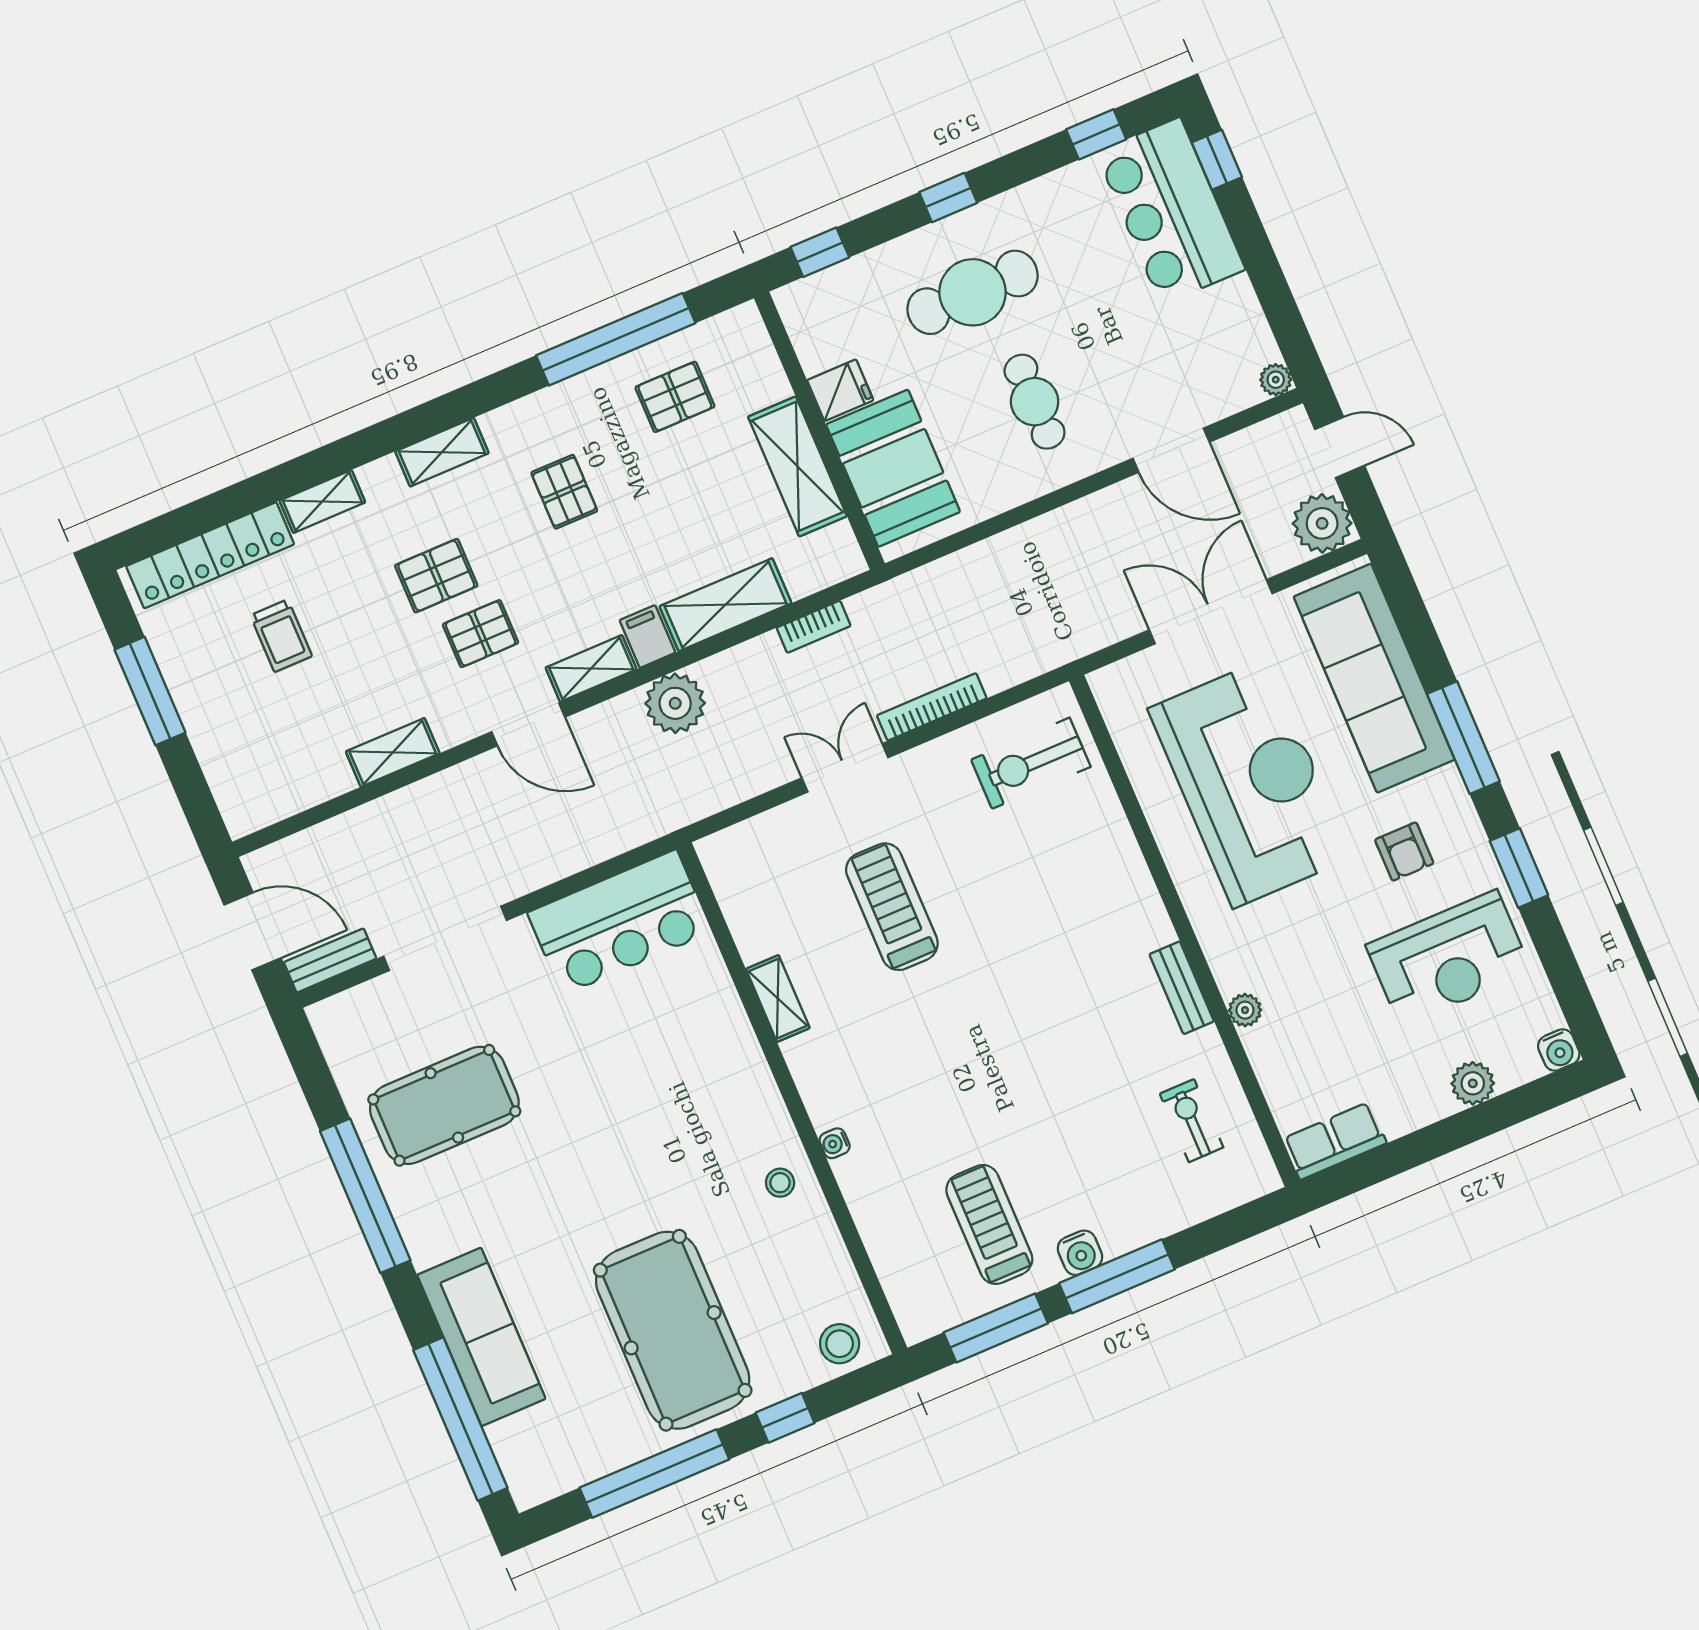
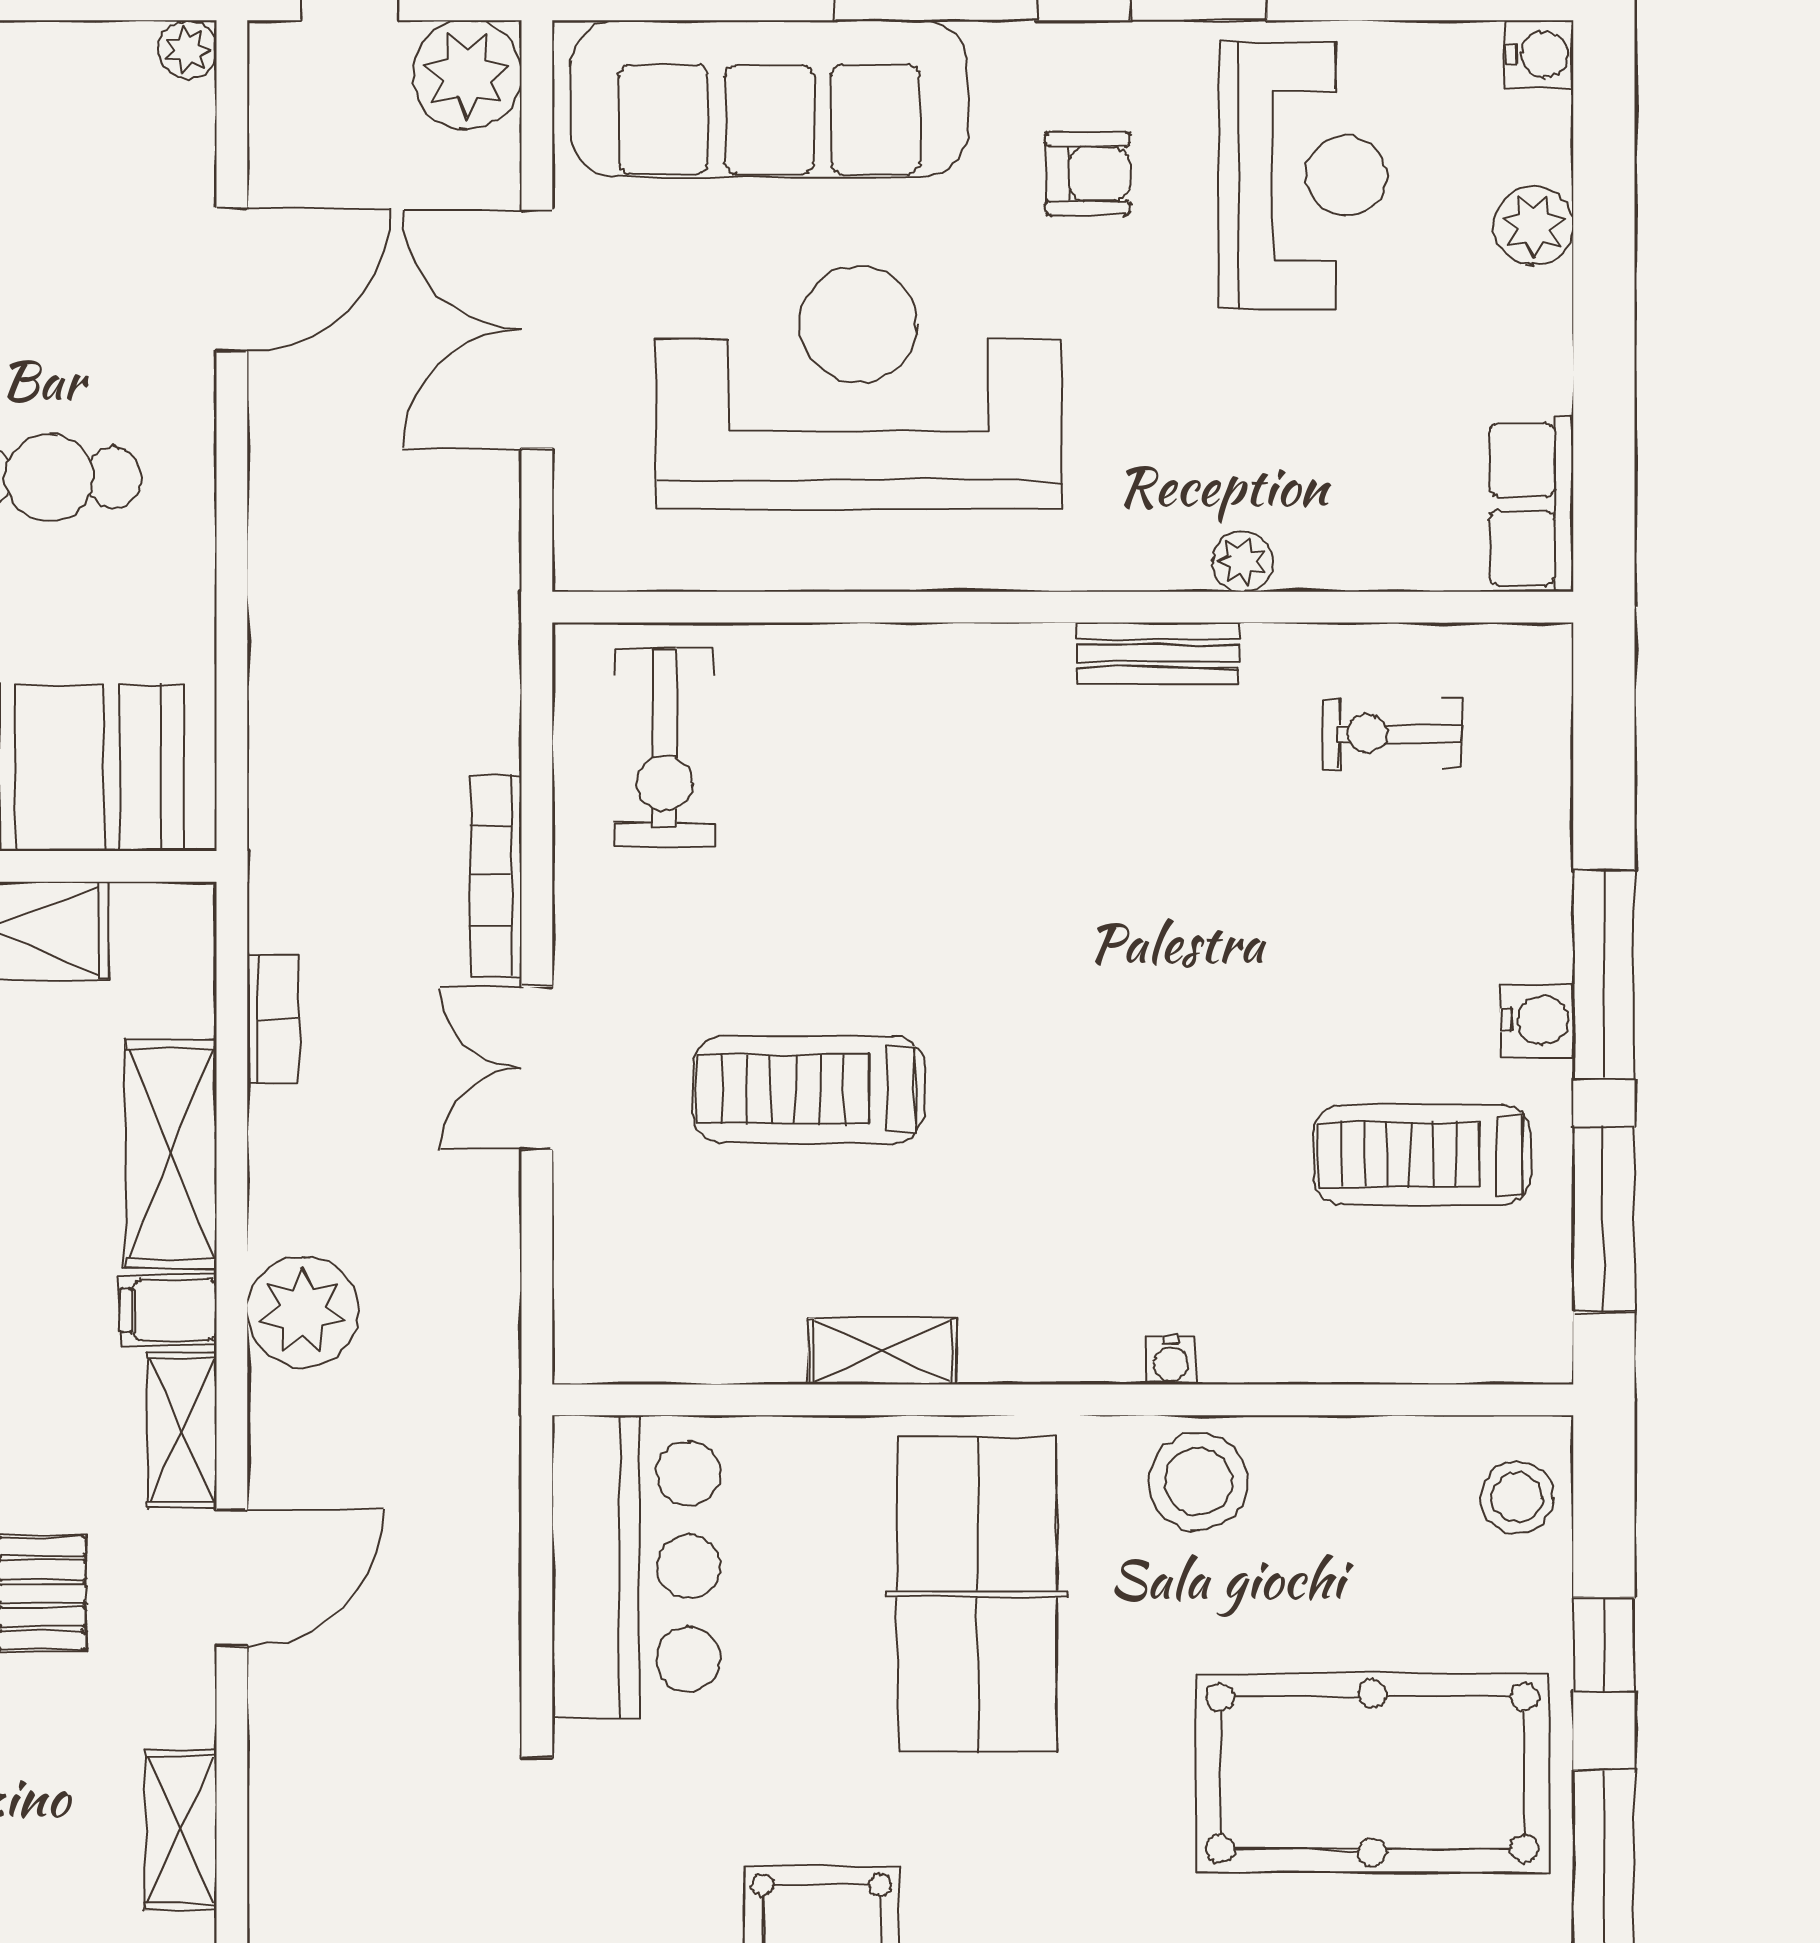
table tennis table: (678, 1097) -> (977, 1594), added
stool: (780, 1183) -> (1198, 1482), width x1.89, depth x1.89

